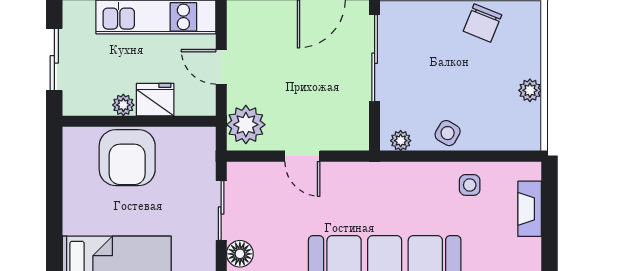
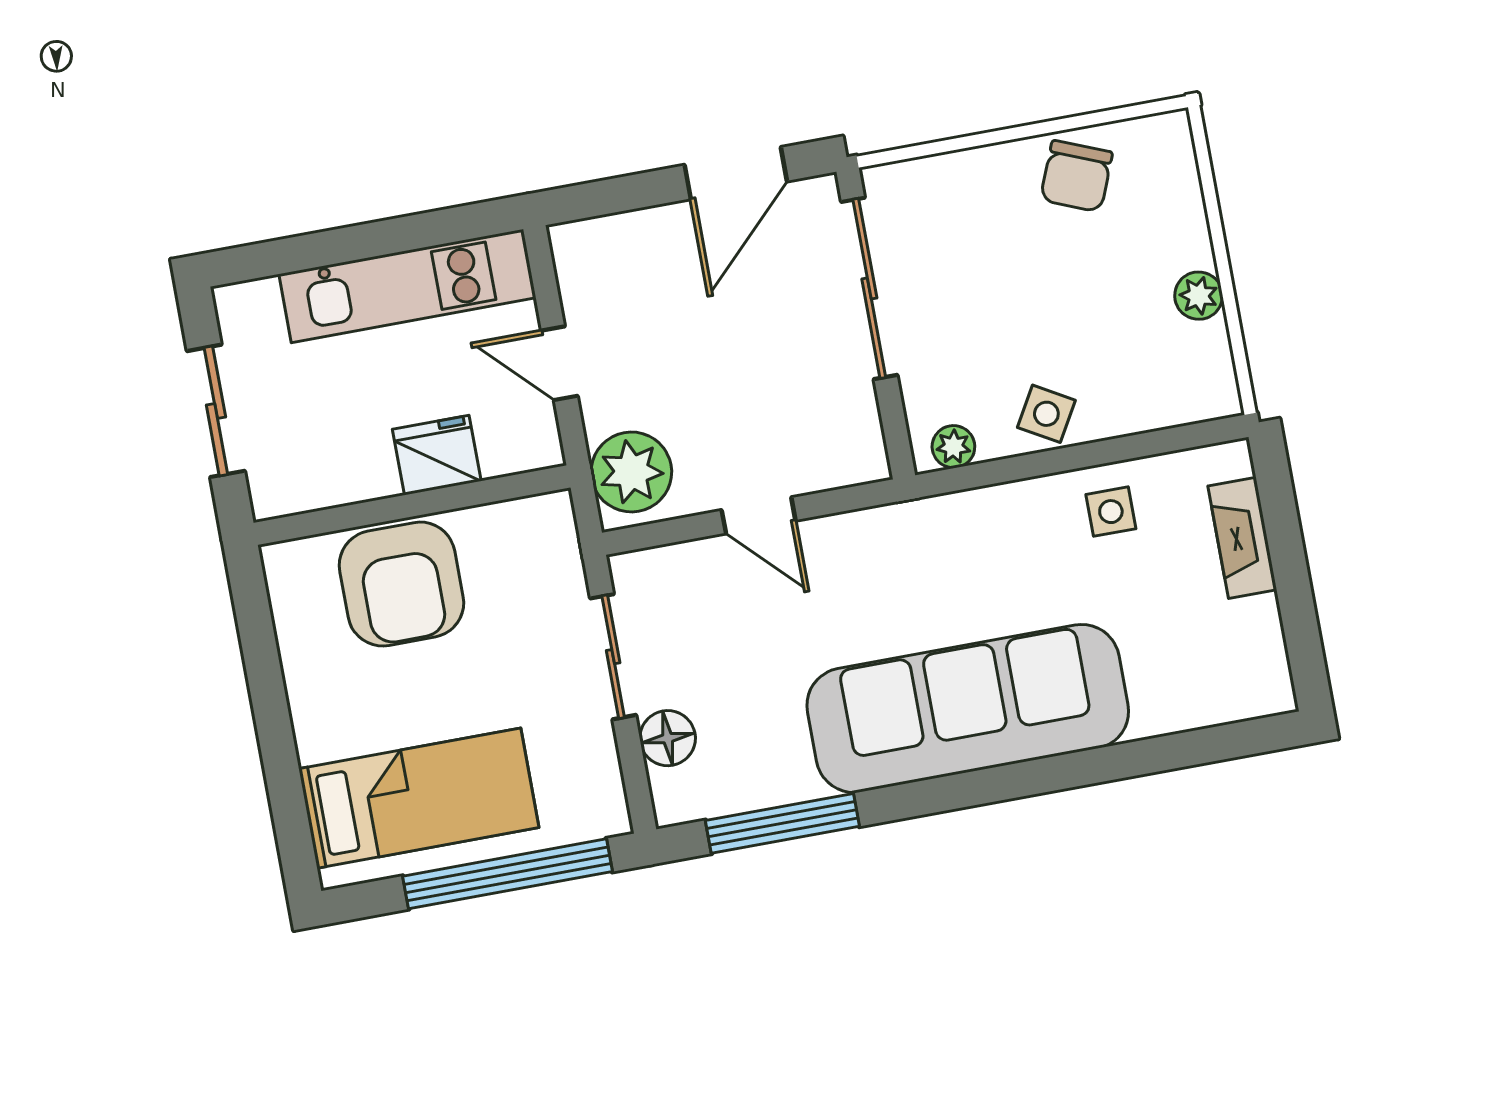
plant: (123, 105) -> (374, 478), removed

